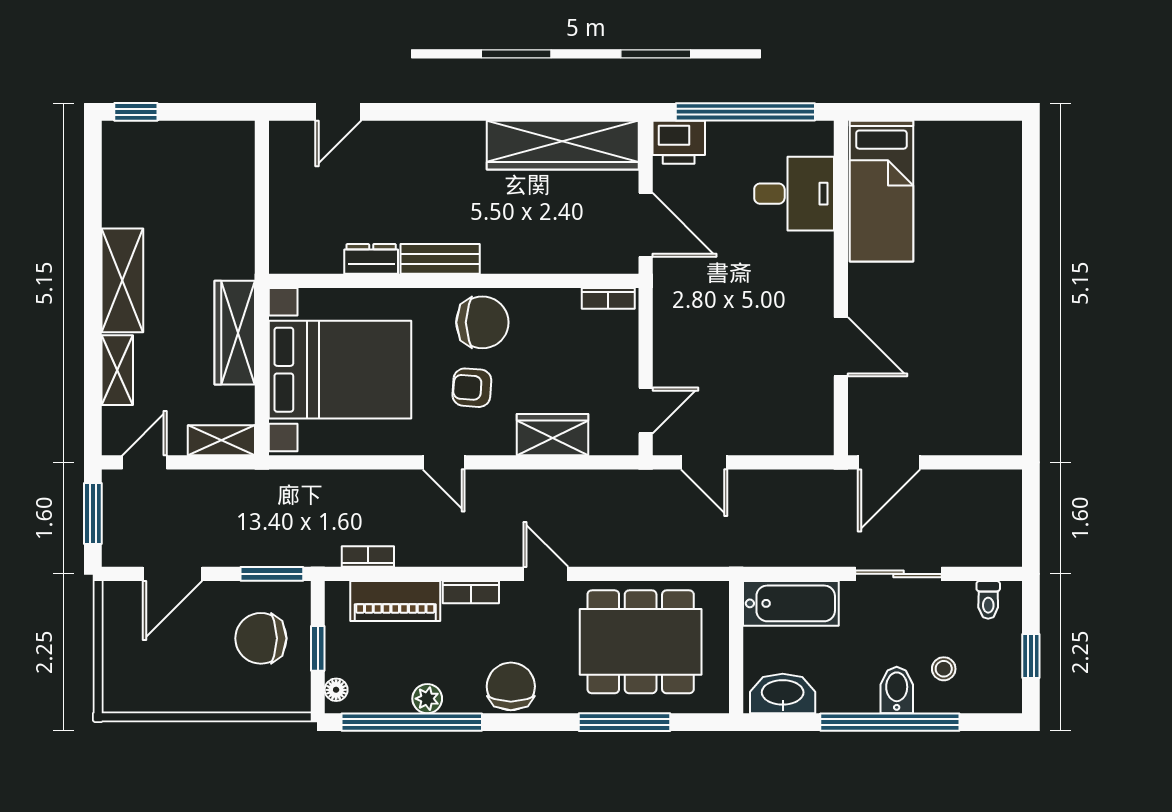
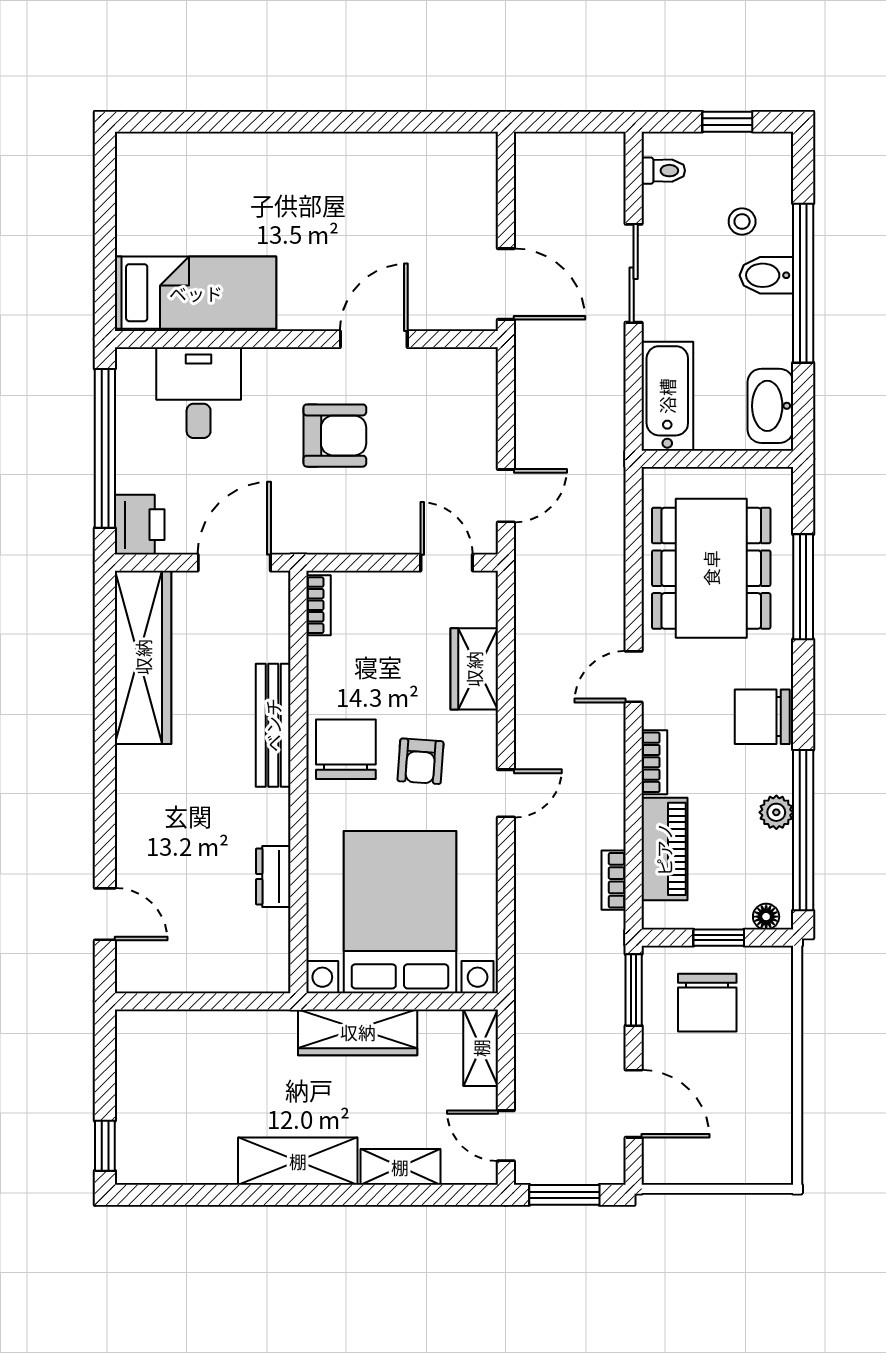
bench: (440, 259) -> (273, 725), moved, width x1.36
armchair: (757, 313) -> (335, 436), added

